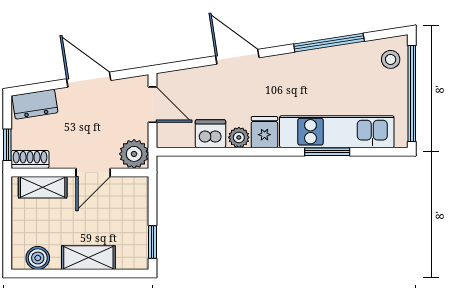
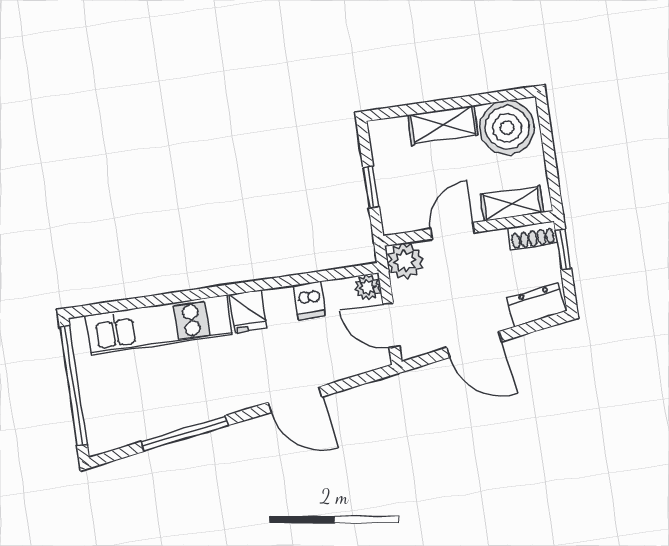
stool: (391, 59) -> (106, 424), removed
dishwasher: (210, 134) -> (309, 300), width x0.73
plant: (239, 137) -> (368, 287), moved
window: (327, 152) -> (167, 299), removed
window: (153, 242) -> (371, 187), moved
boiler: (38, 258) -> (507, 128), width x1.86, depth x1.86

